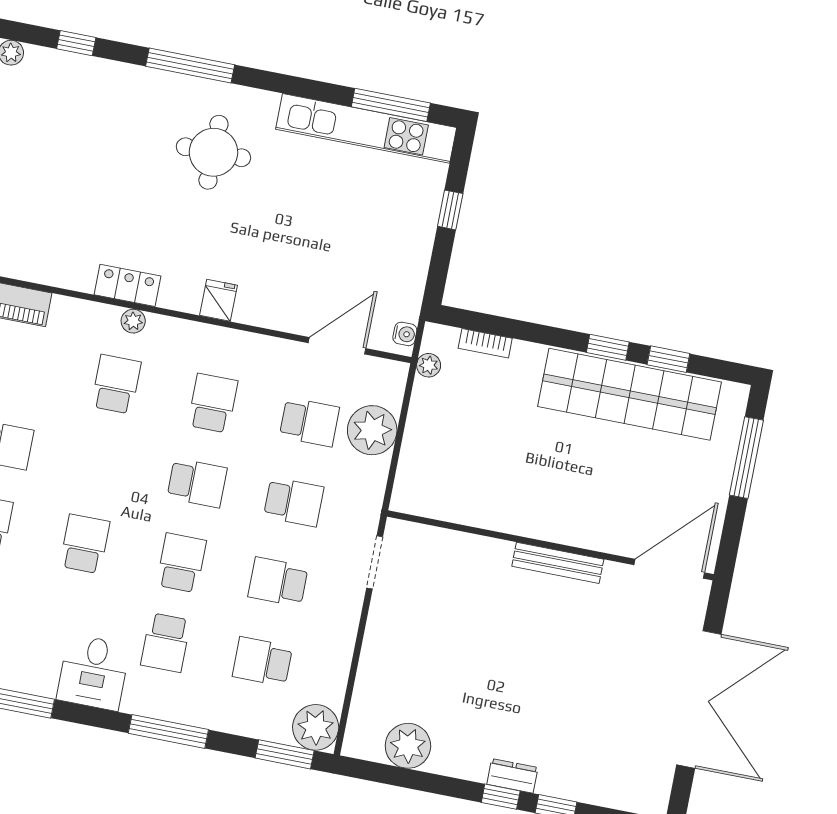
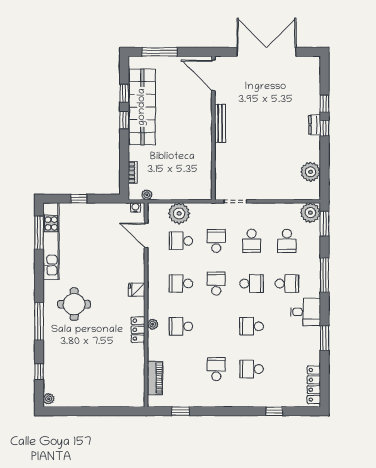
school desk: (309, 422) -> (181, 241), turned -90
school desk: (181, 563) -> (252, 284), turned 180

